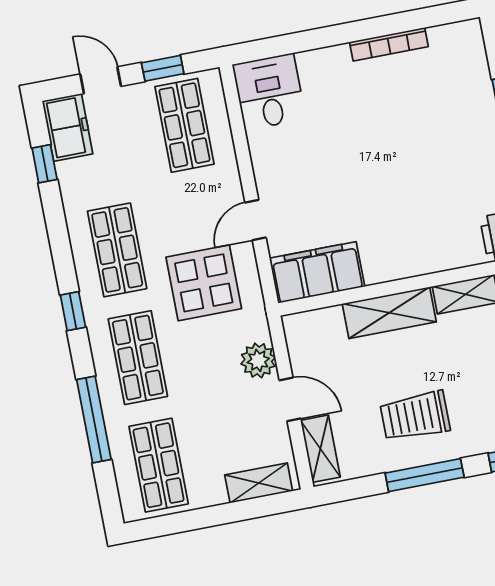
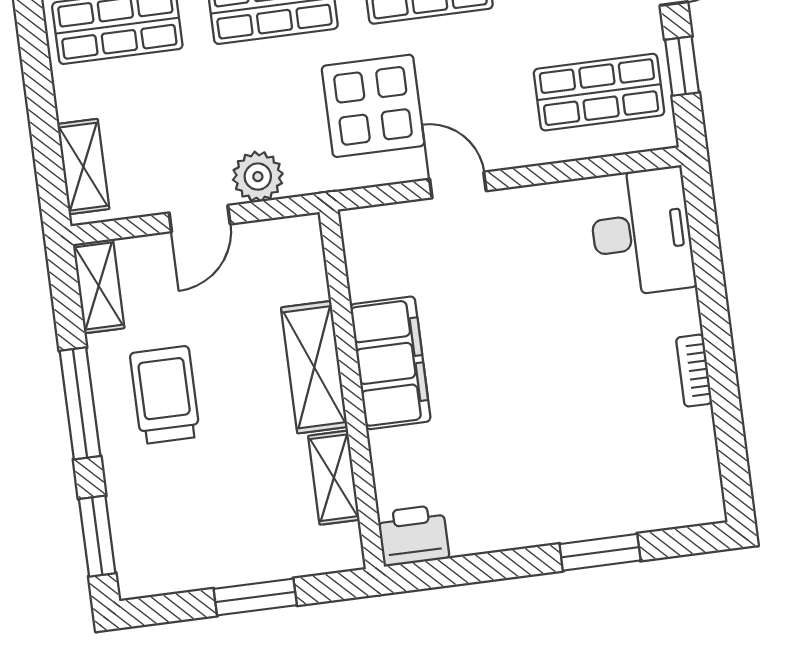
bookcase: (389, 44) -> (694, 371), width x0.64
desk: (269, 92) -> (642, 232), width x1.37
filing cabinet: (317, 272) -> (390, 363), moved
shelving: (320, 449) -> (99, 286), moved, turned 90

